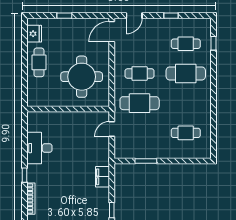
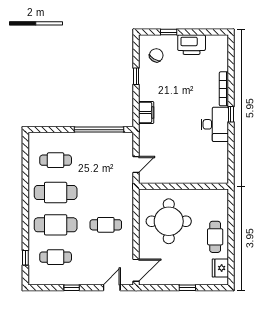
cafe table: (140, 103) -> (56, 193), moved
desk: (39, 148) -> (215, 124), moved
window: (146, 161) -> (99, 130), width x2.11

